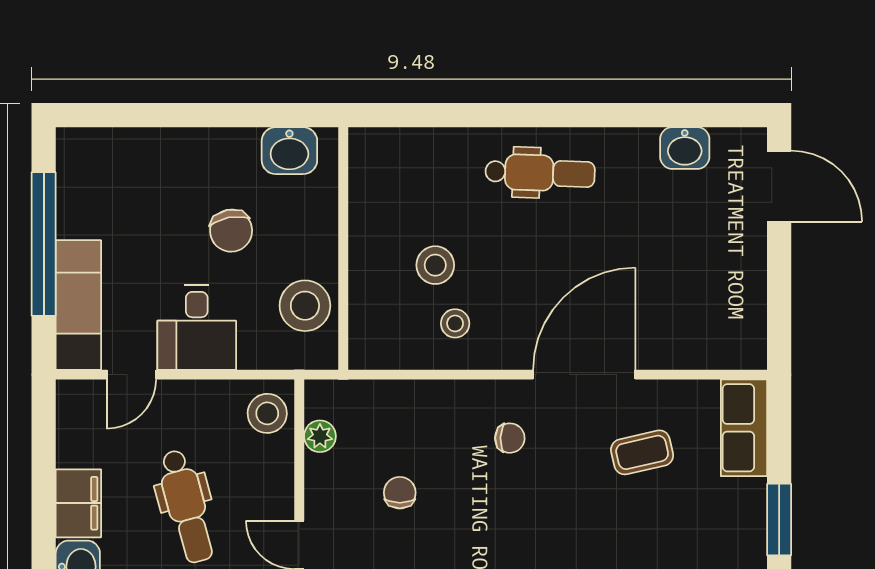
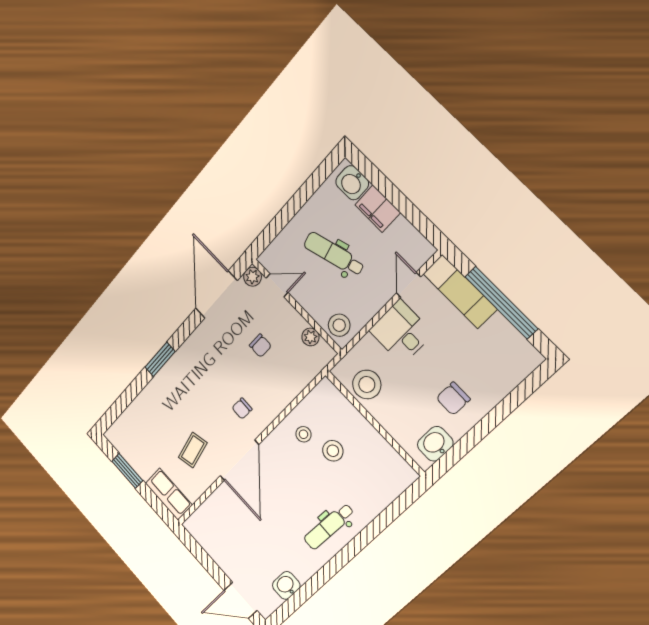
chair: (231, 231) -> (453, 399), moved, turned -79

